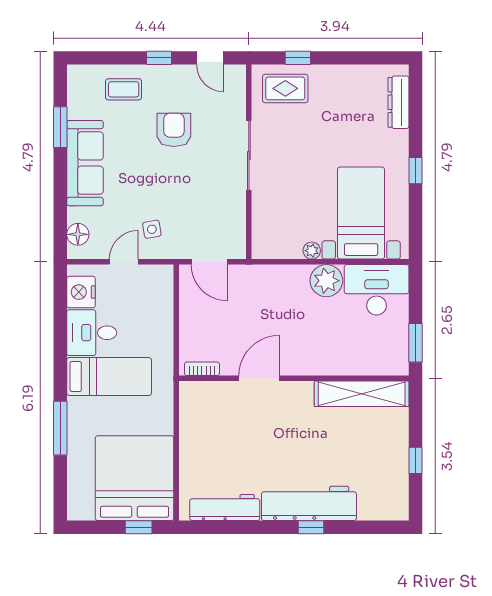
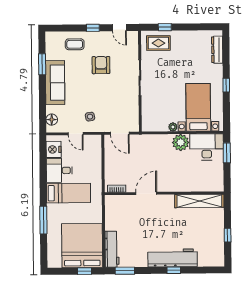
door: (124, 262) -> (76, 134), swing flipped
window: (415, 343) -> (227, 153), moved
workbench: (225, 508) -> (112, 249), moved, turned 90
window: (217, 527) -> (125, 271), added

